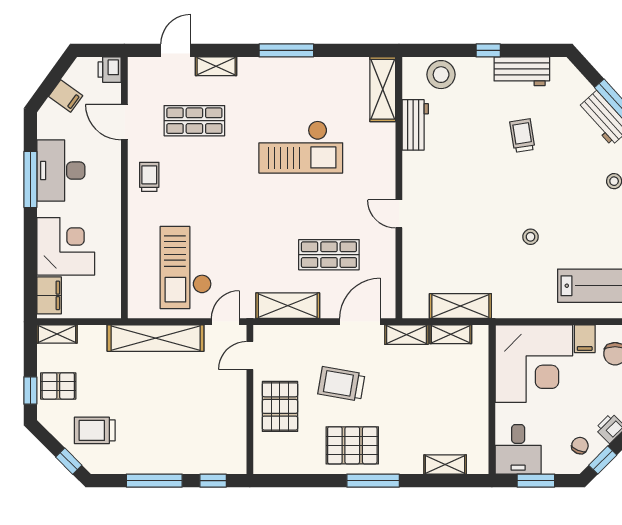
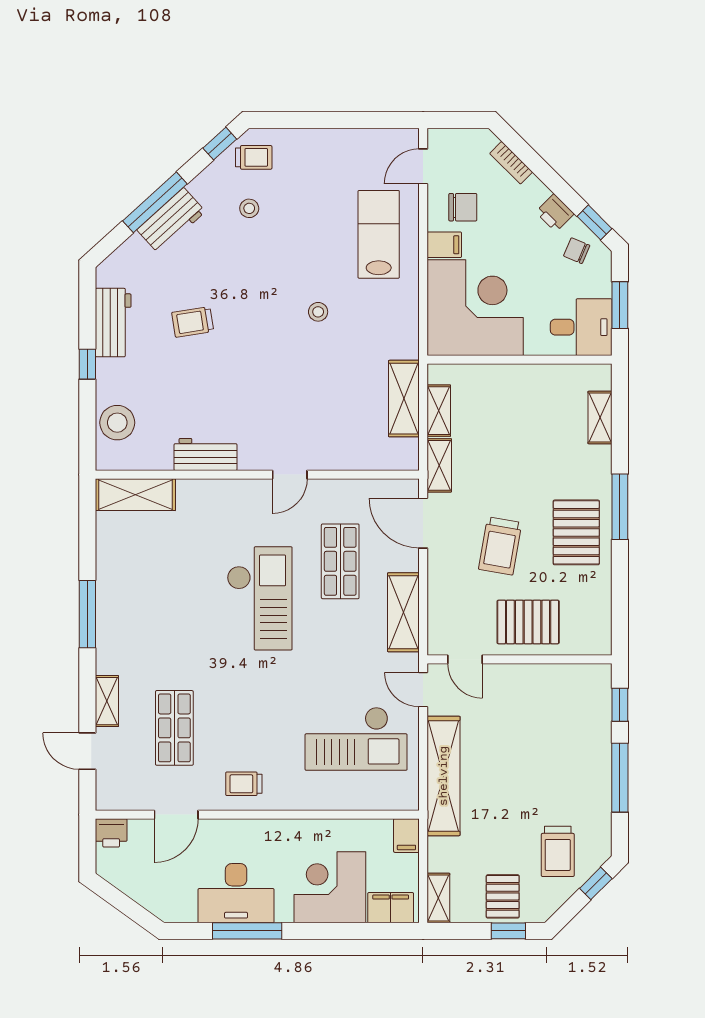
filing cabinet: (66, 96) -> (406, 836), moved, turned 144
workbench: (415, 125) -> (205, 455), moved
checkout: (301, 147) -> (260, 598), moved

